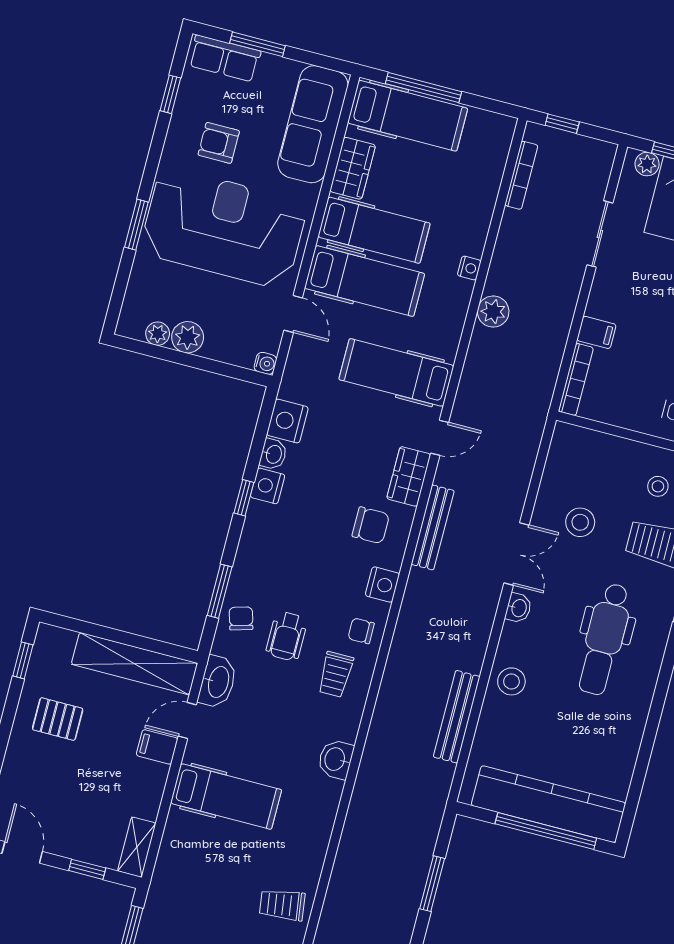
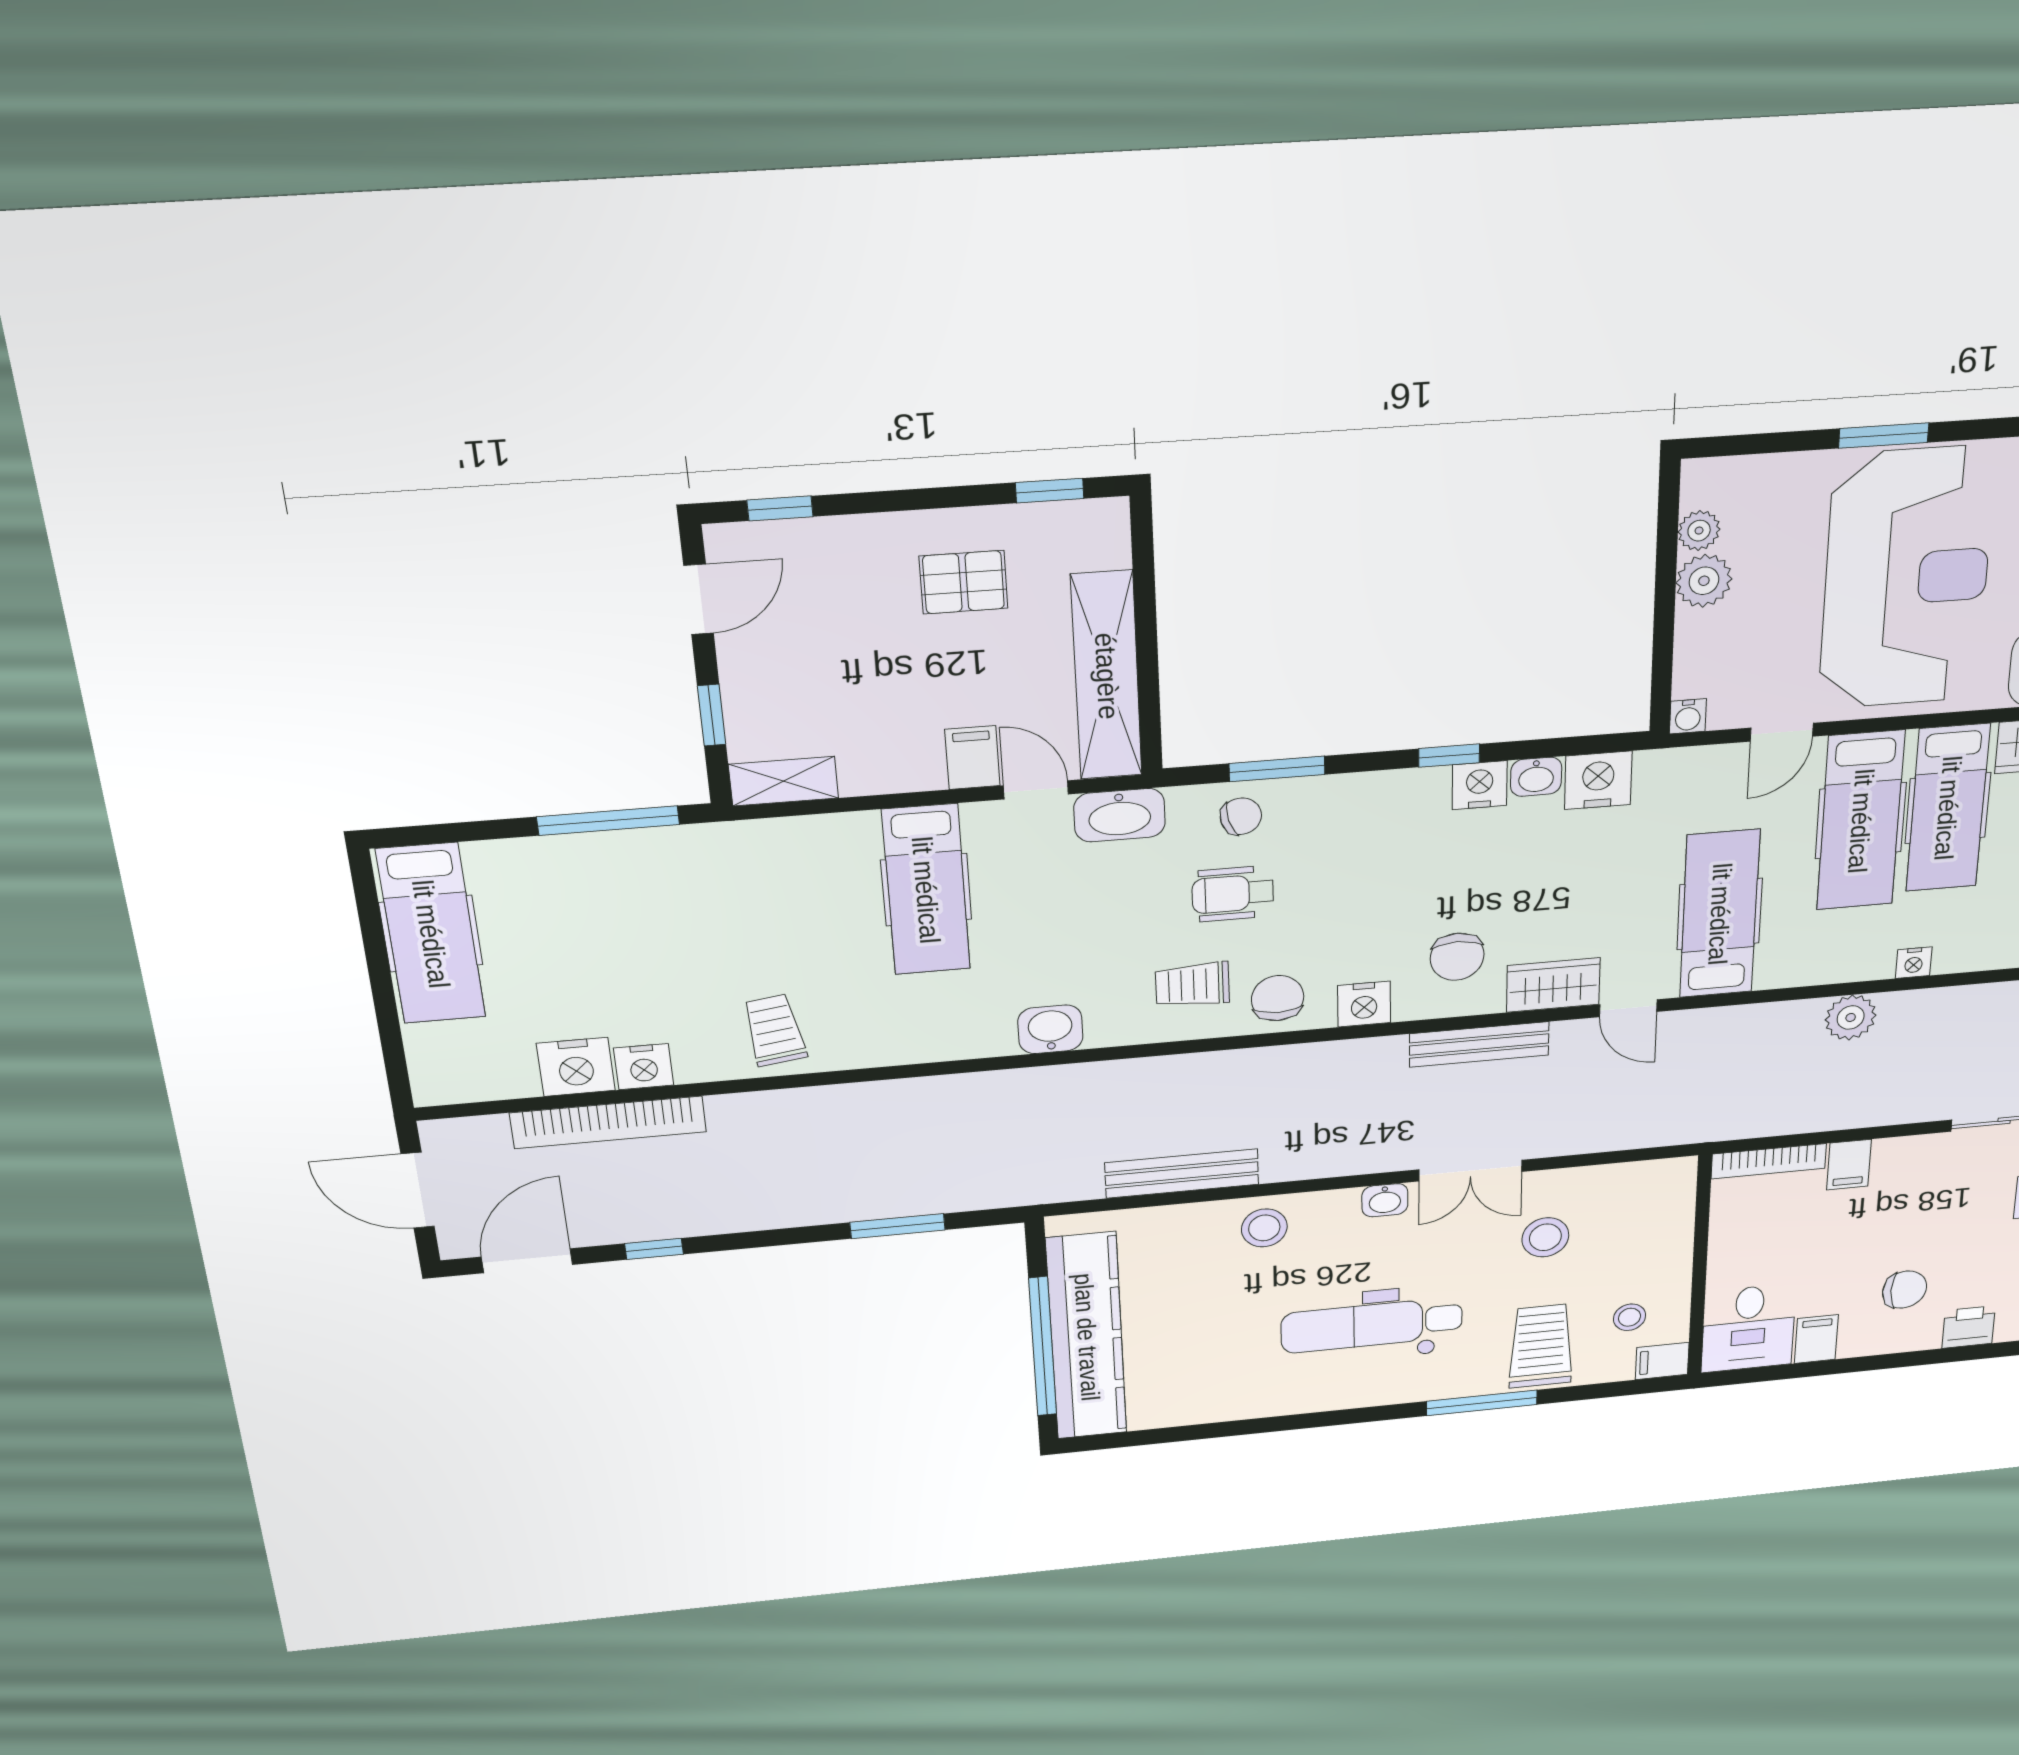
chair: (361, 631) -> (1278, 998), width x1.37, depth x1.37
pallet: (58, 719) -> (964, 582), turned 90

